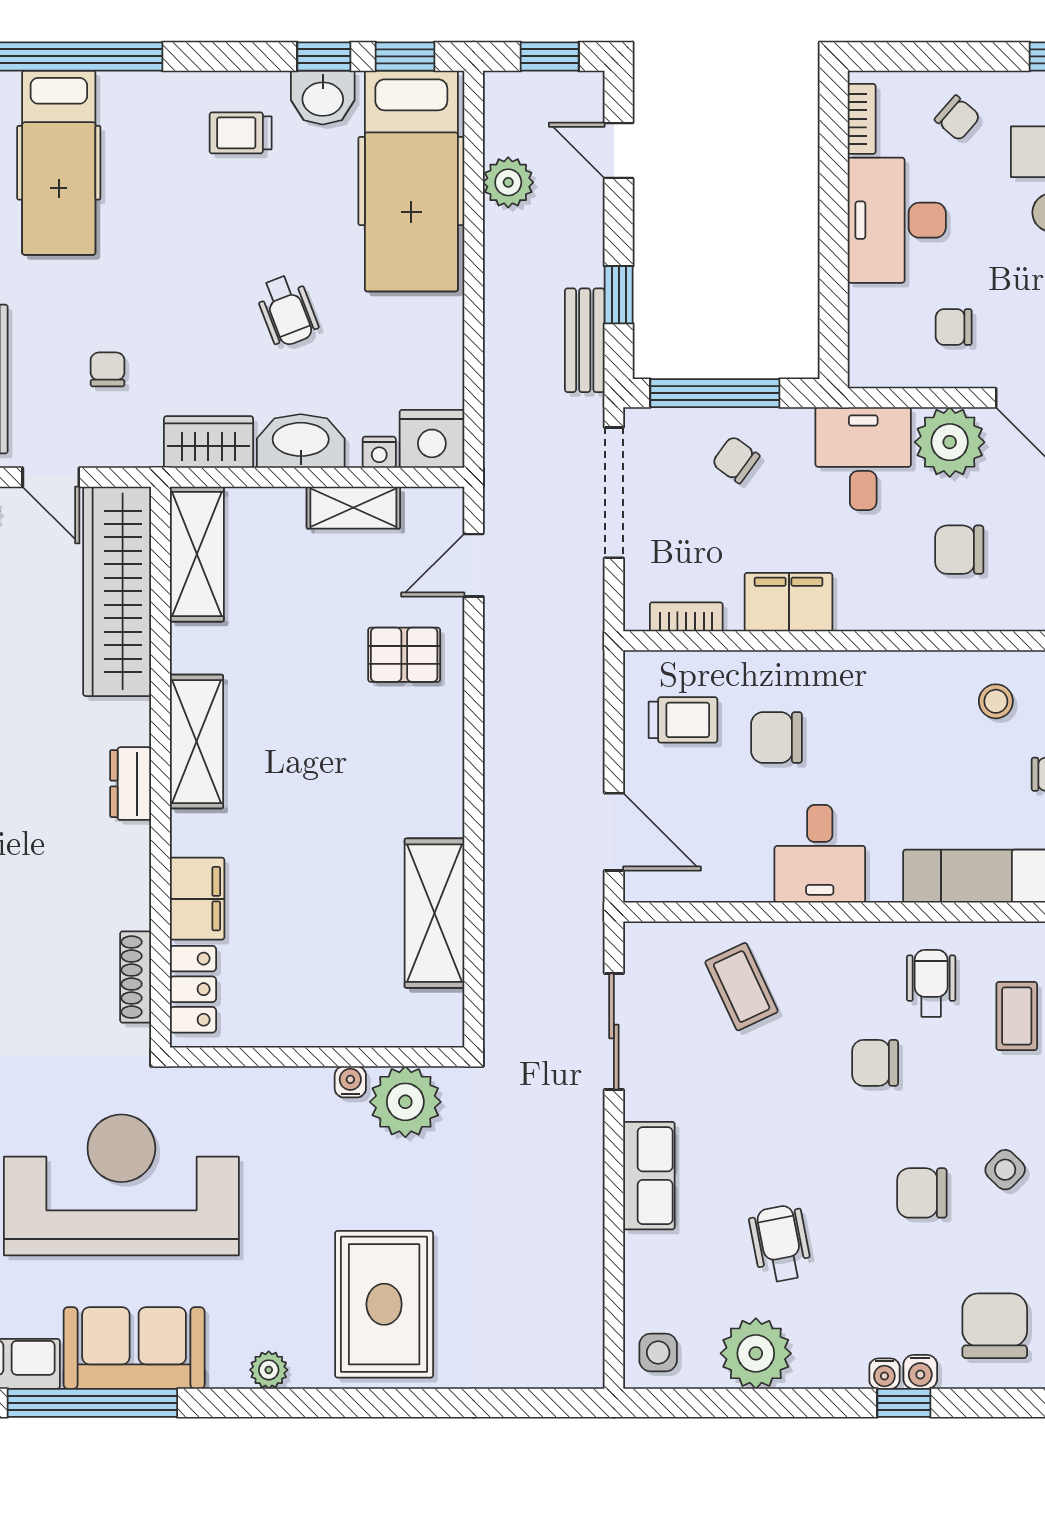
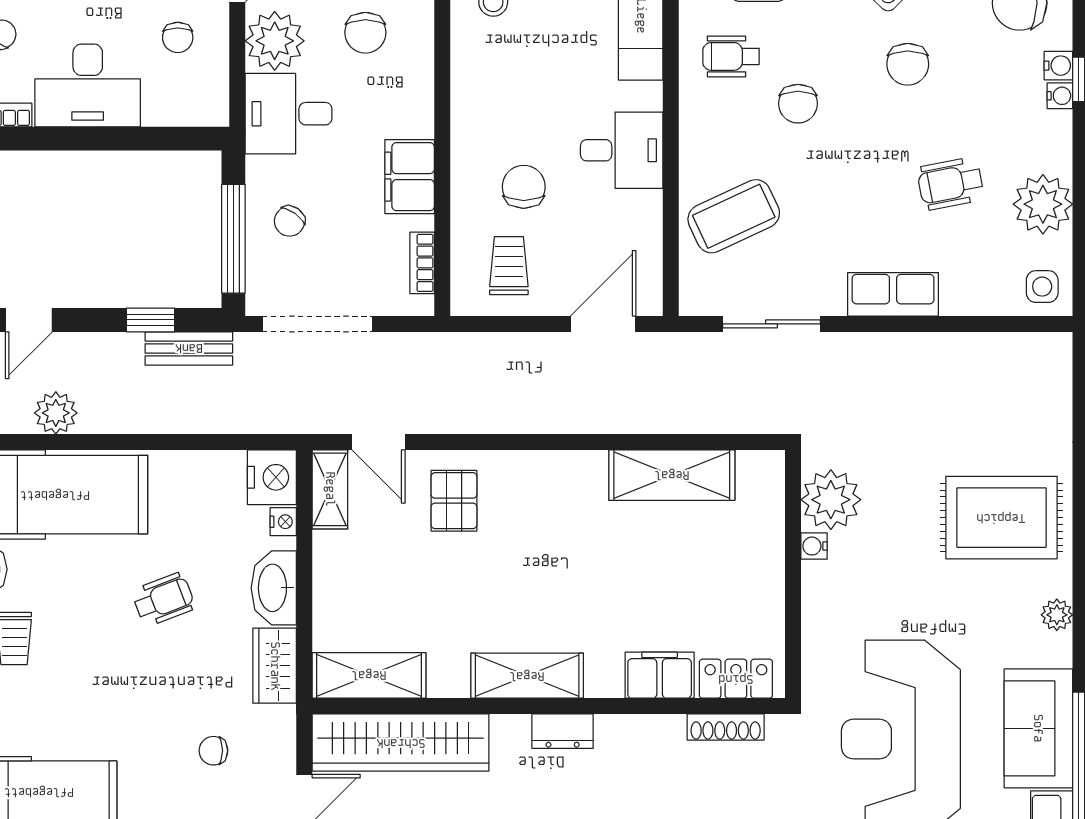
shelving: (353, 508) -> (330, 489), moved
chair: (776, 738) -> (524, 187), turned 180
coffee table: (742, 987) -> (734, 216), width x1.36, depth x1.30

